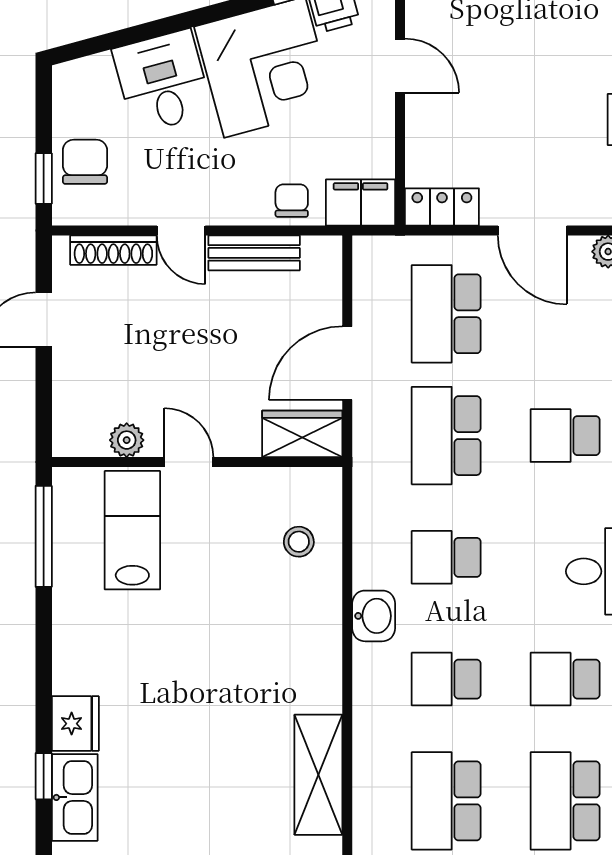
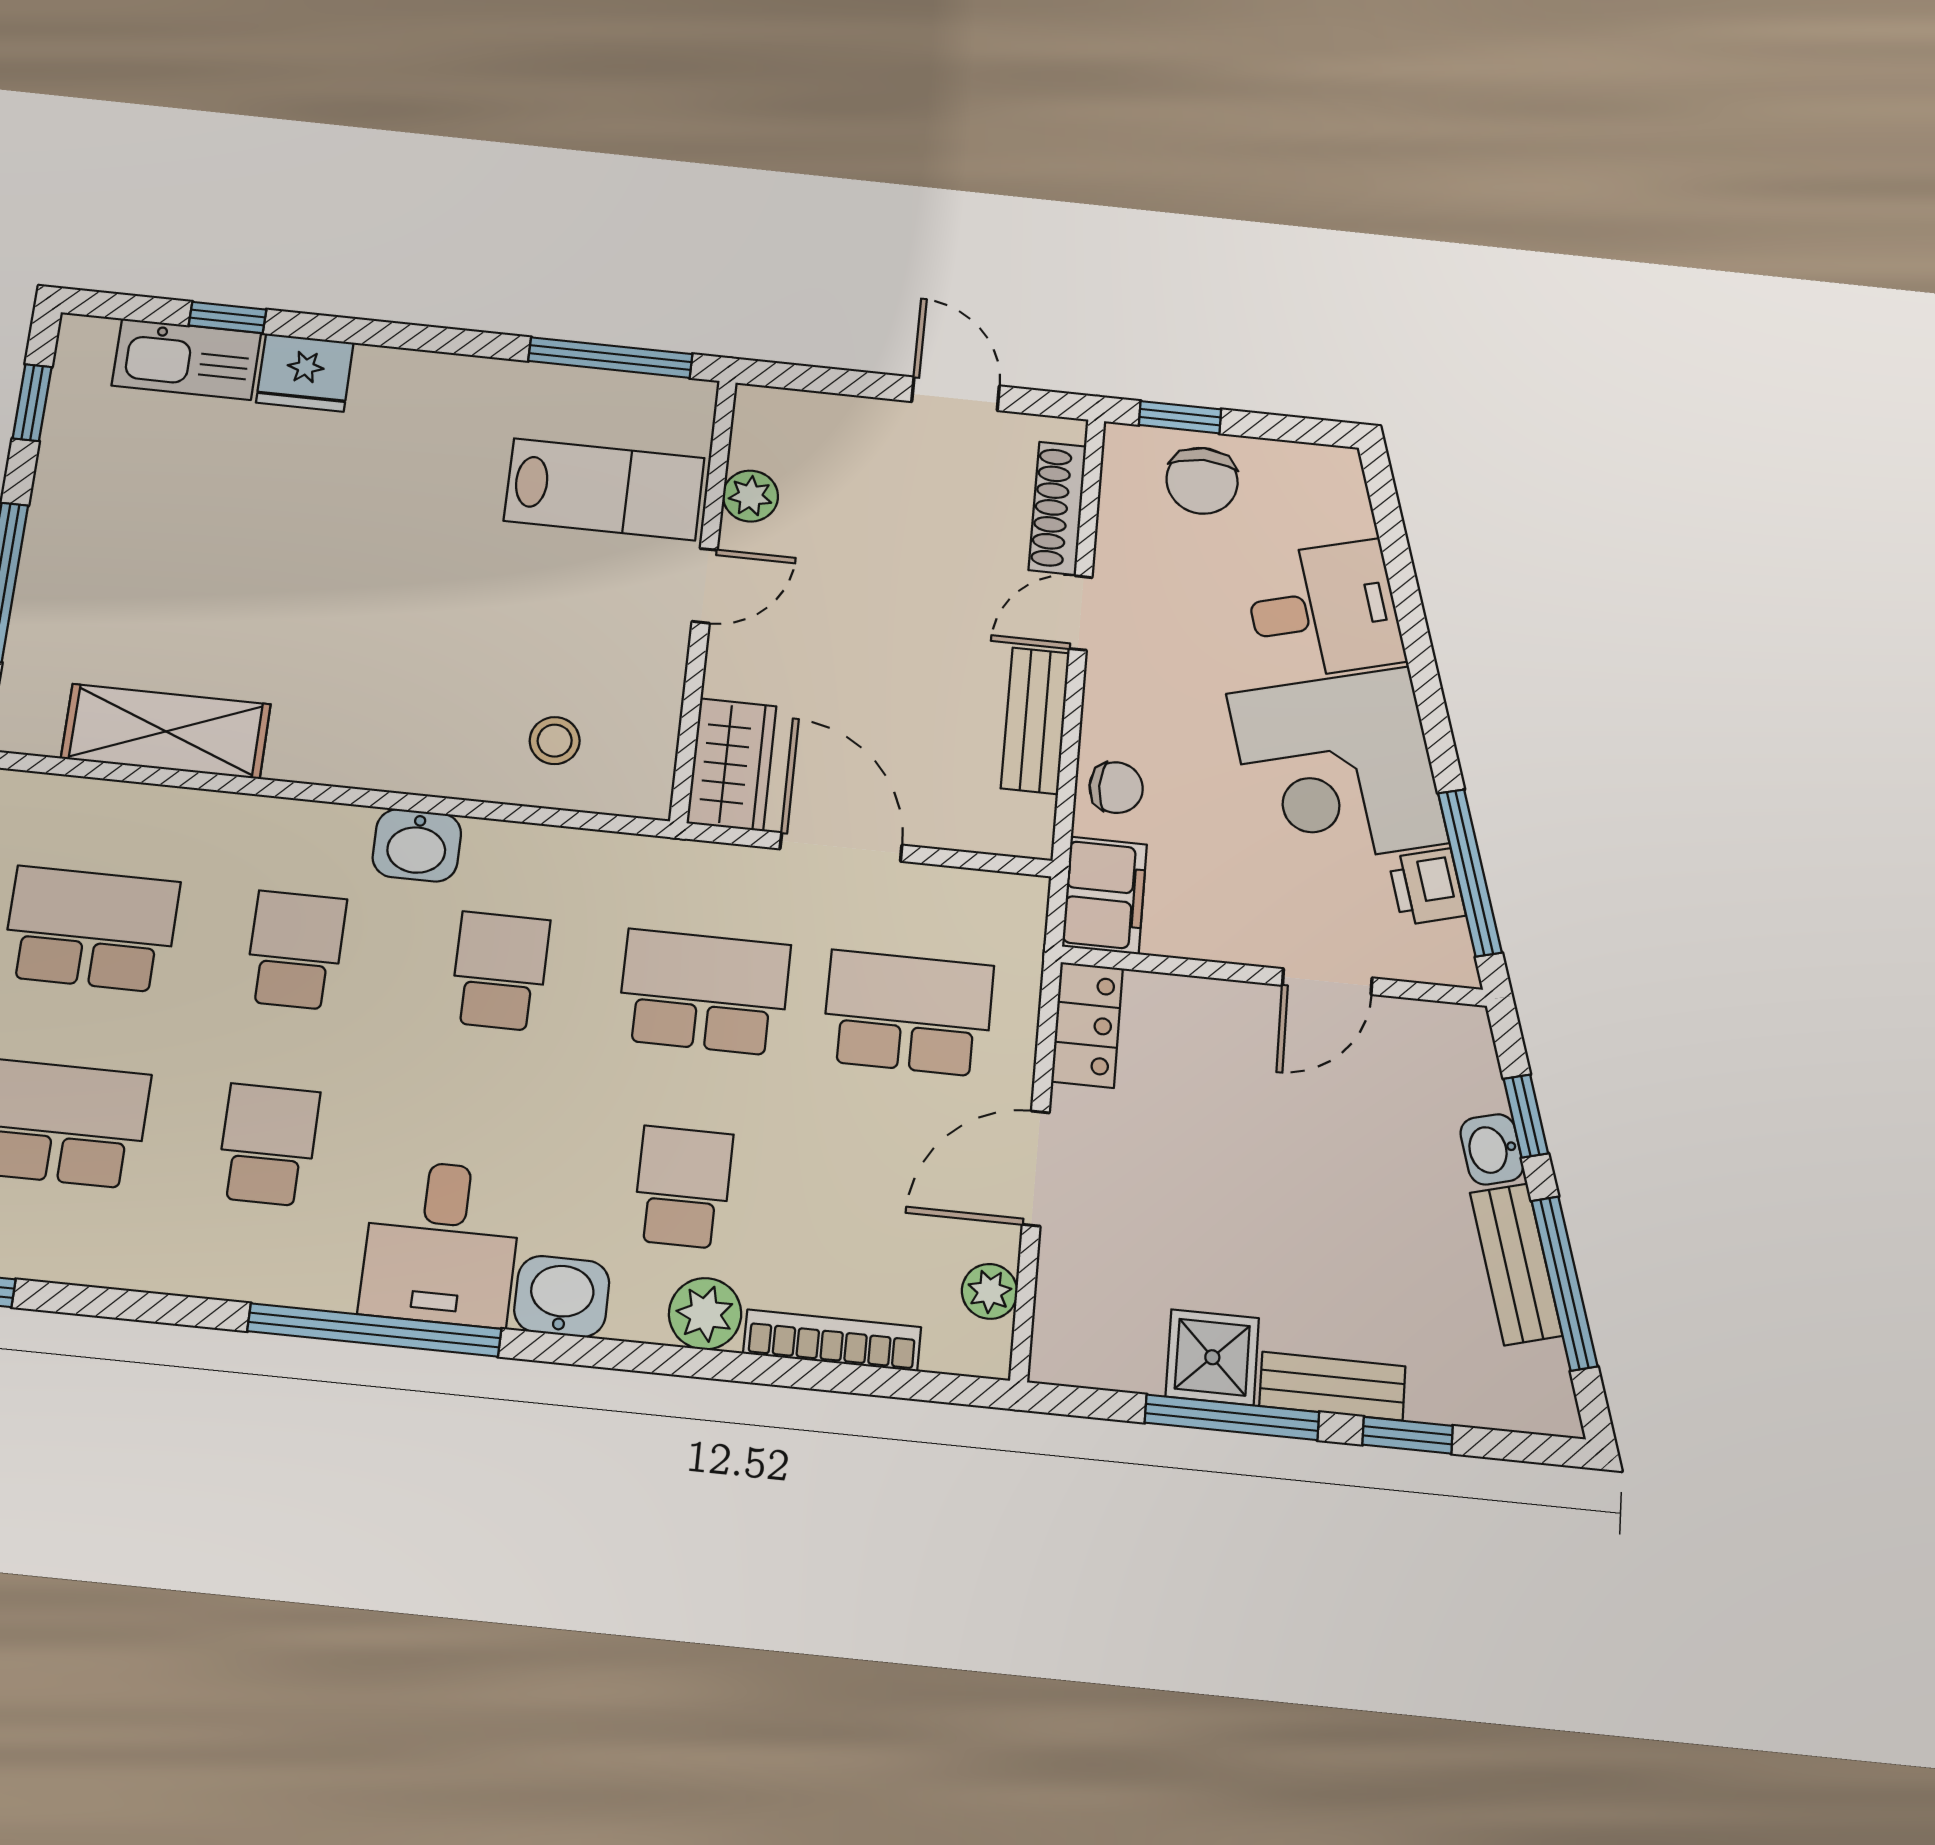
chair: (85, 162) -> (1202, 481), turned 90

